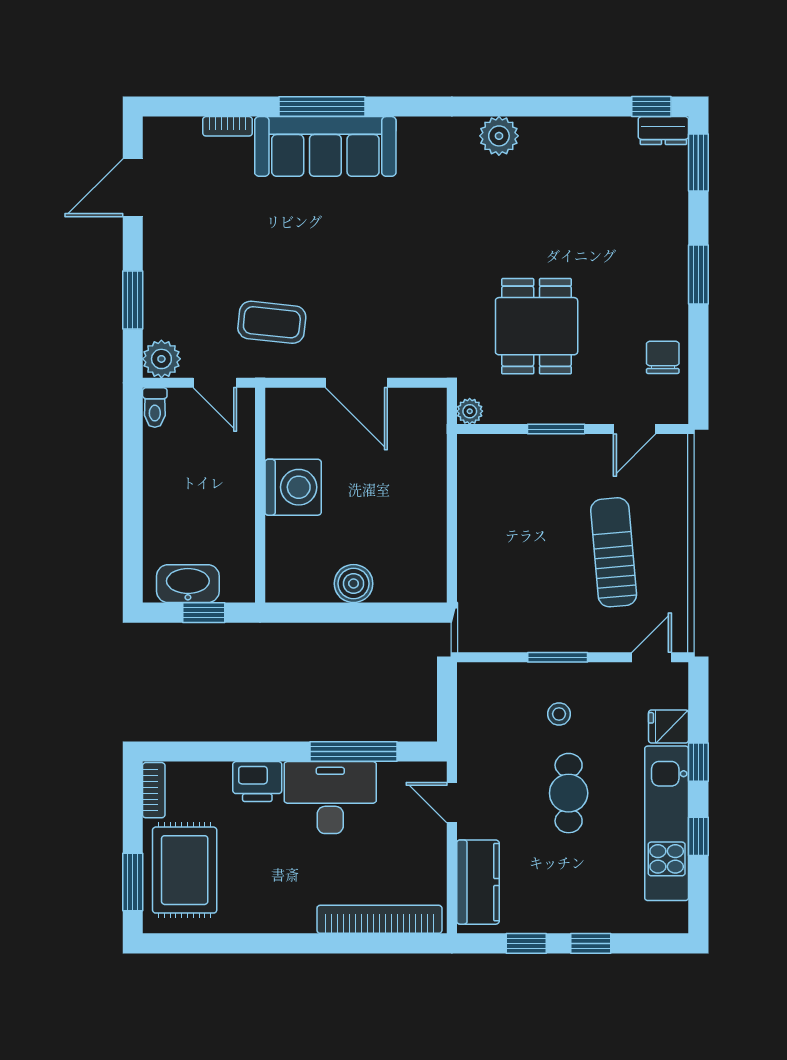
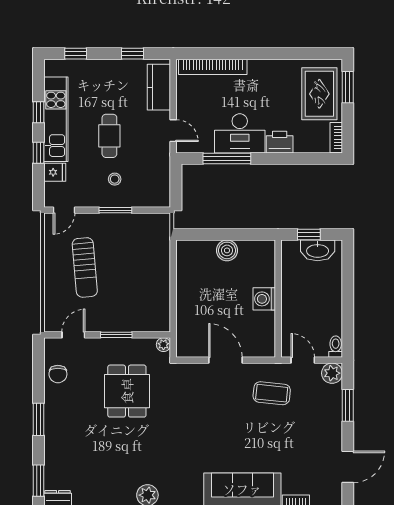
washing machine: (293, 487) -> (264, 299), width x0.73, depth x0.73
window: (591, 943) -> (76, 54), moved

